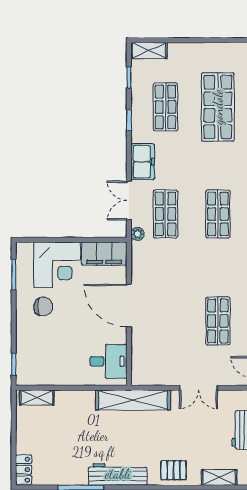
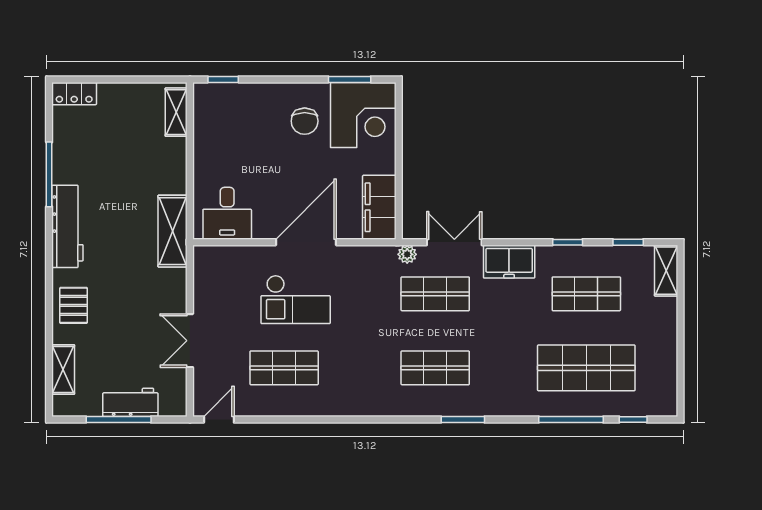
corner desk: (57, 265) -> (363, 115), moved, turned -90
checkout: (169, 313) -> (296, 299), added
shelving: (133, 400) -> (173, 231), width x0.68

